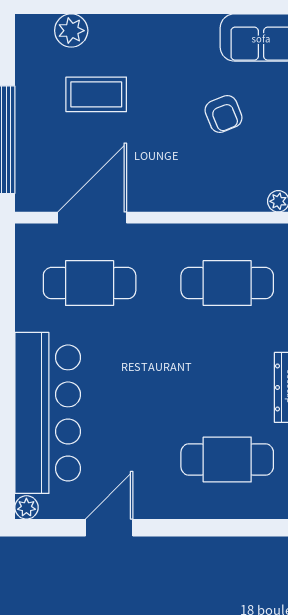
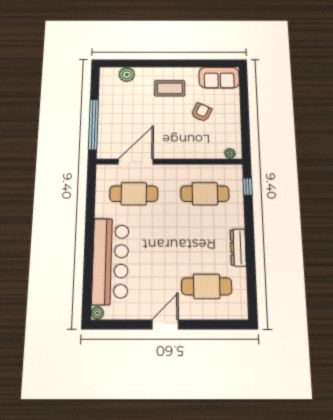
coffee table: (96, 94) -> (170, 88), moved
armchair: (224, 114) -> (202, 112), turned -132
door: (109, 528) -> (165, 325), moved

